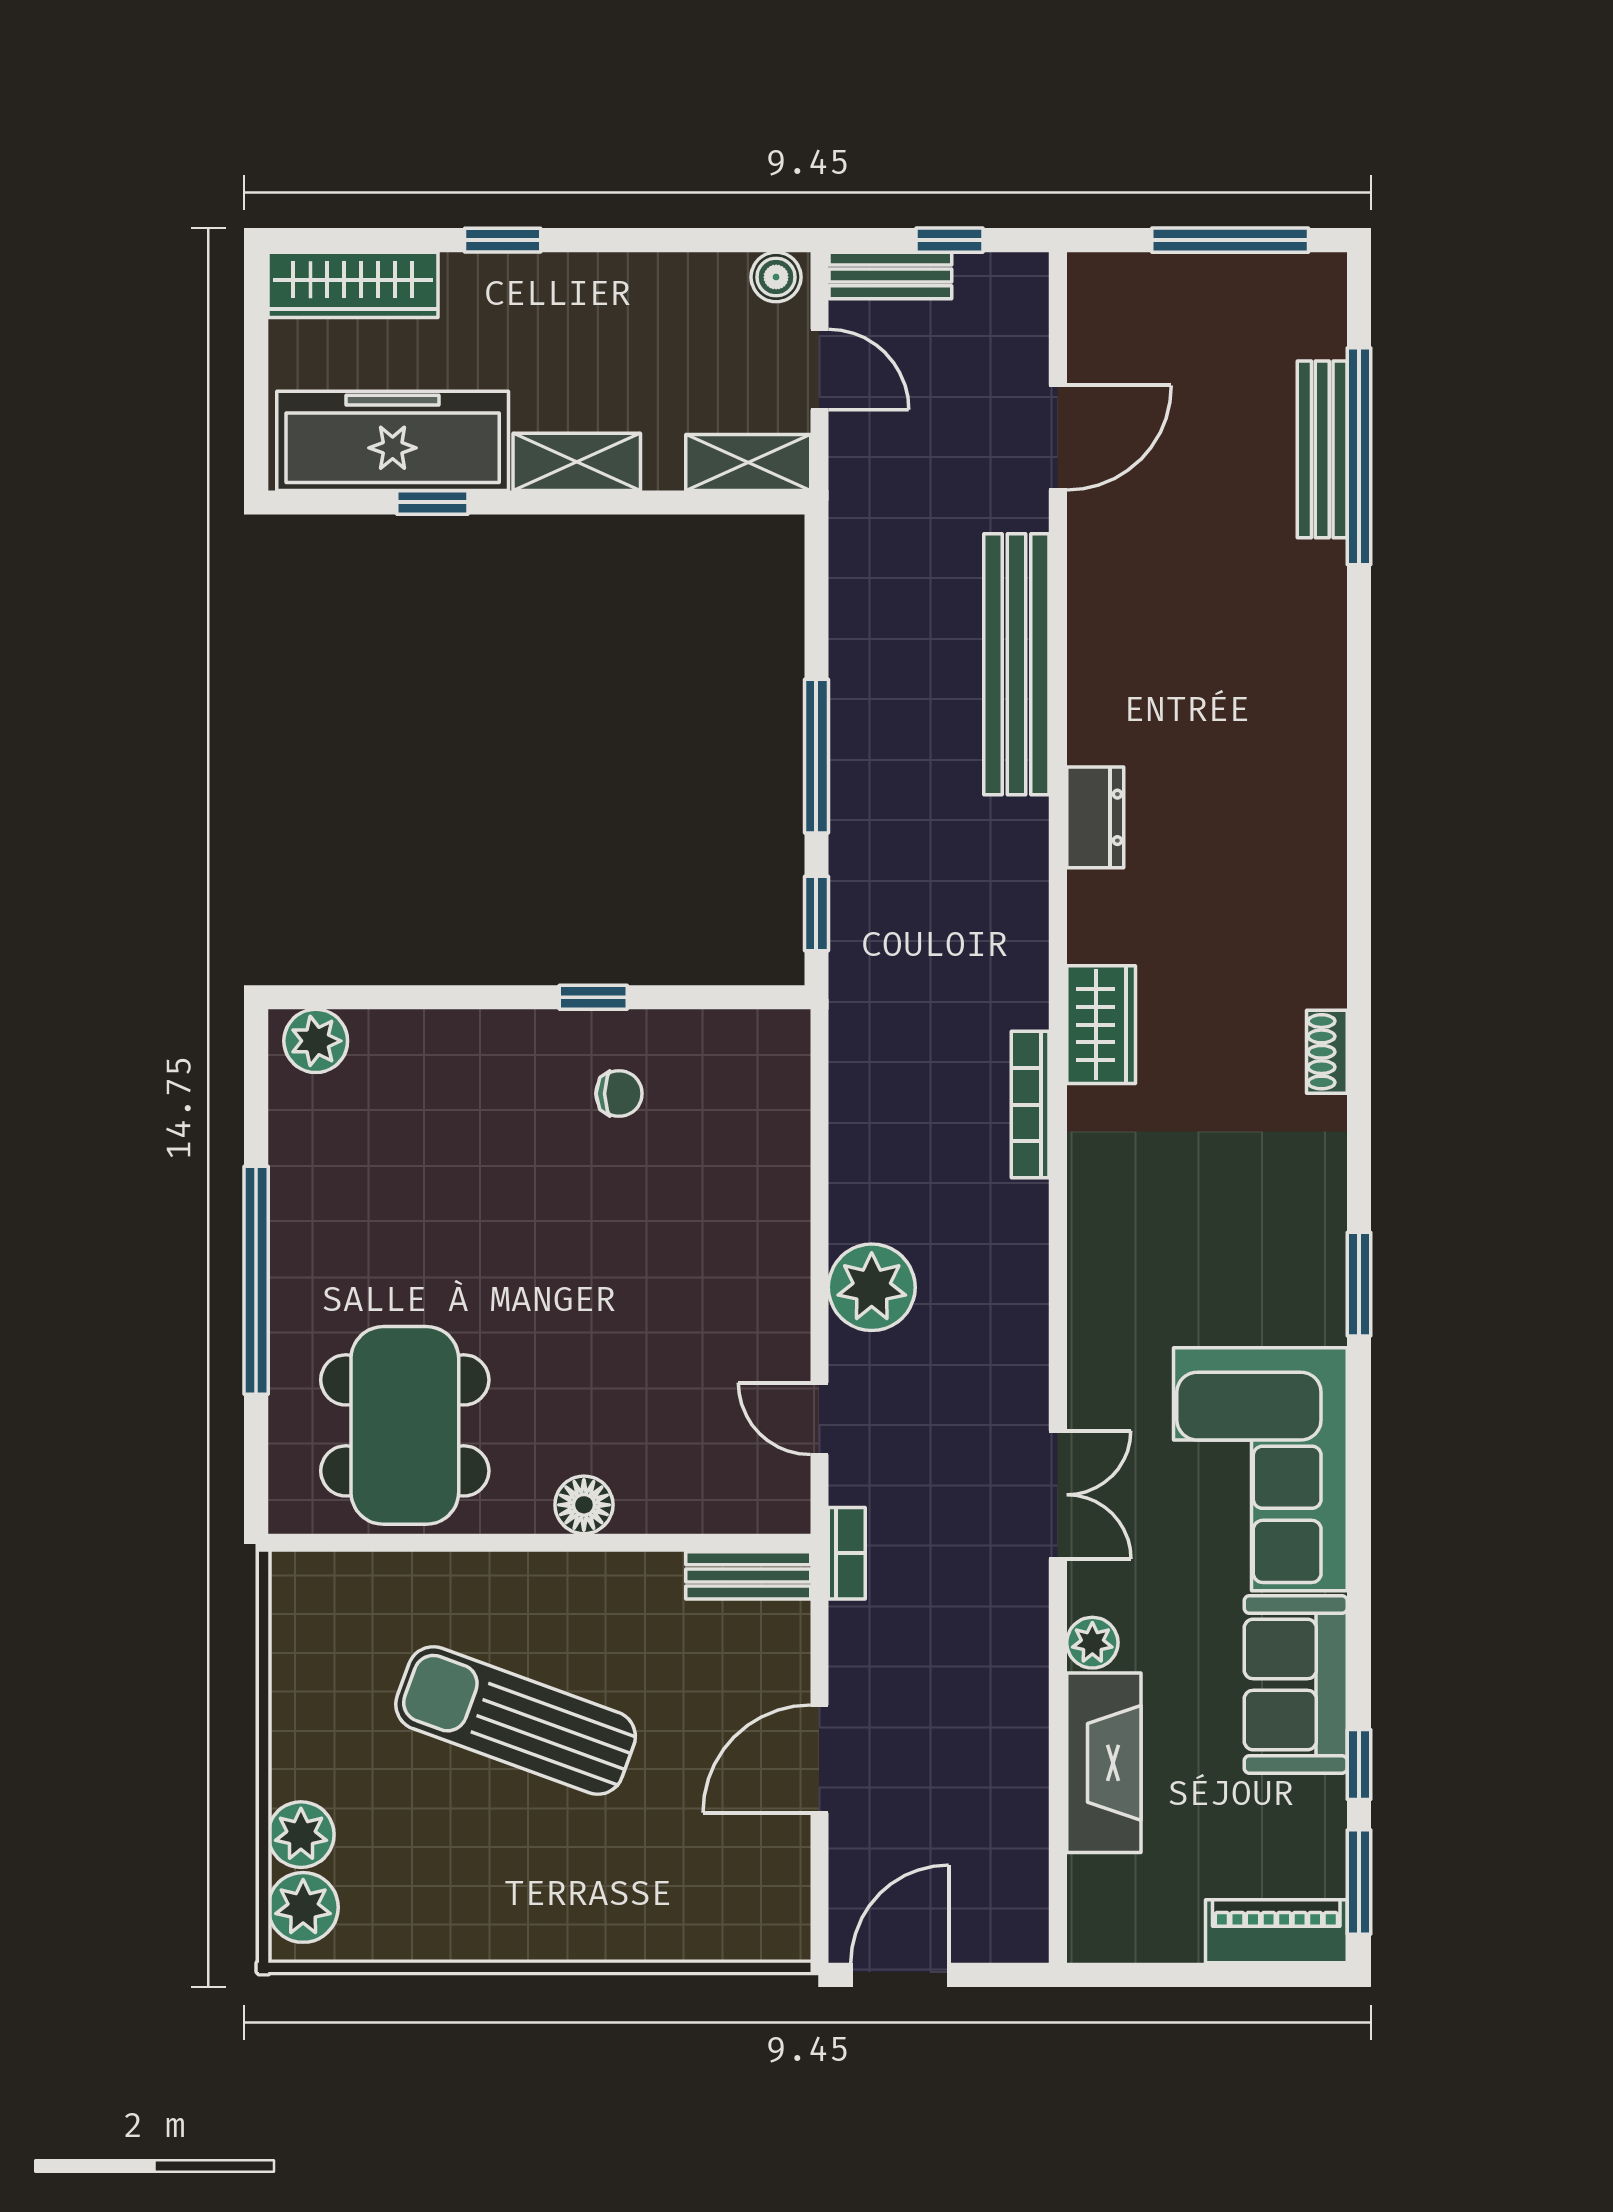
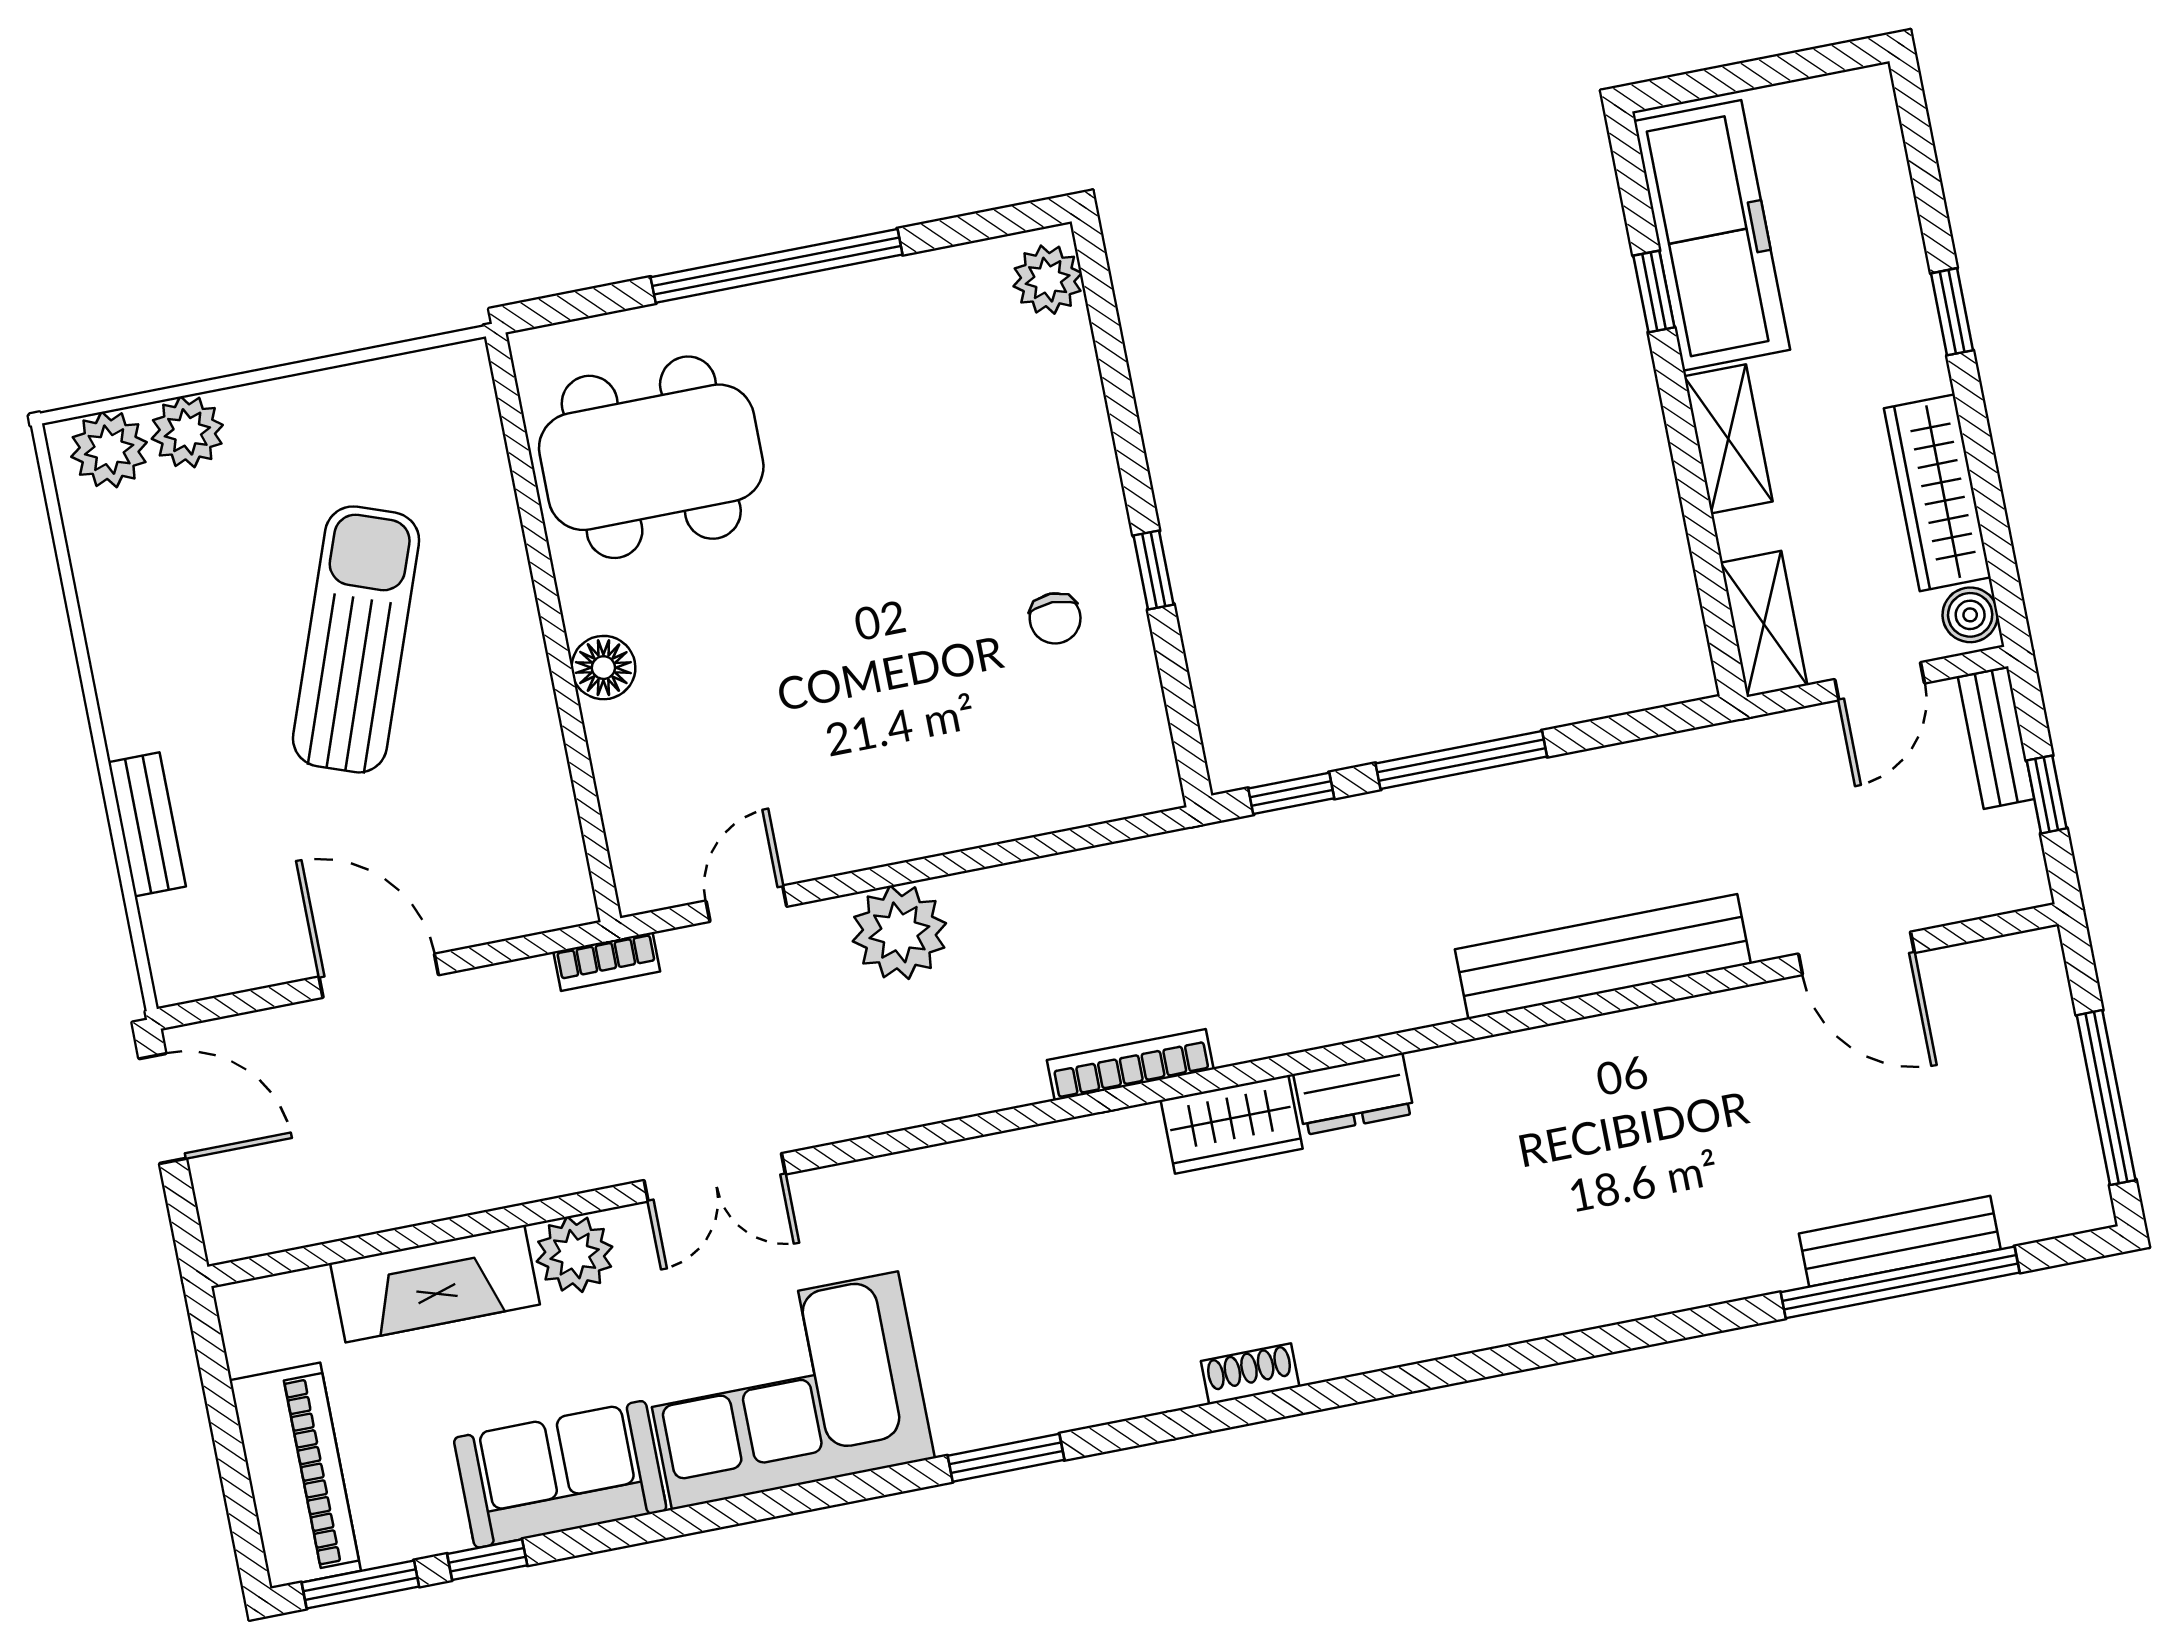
wardrobe: (353, 285) -> (1937, 493), moved
dresser: (1095, 817) -> (1354, 1094), moved
bench: (748, 1575) -> (147, 824), moved
plant: (1092, 1643) -> (575, 1254), width x1.38, depth x1.38
piano: (1276, 1931) -> (295, 1476), width x1.37, depth x1.33

